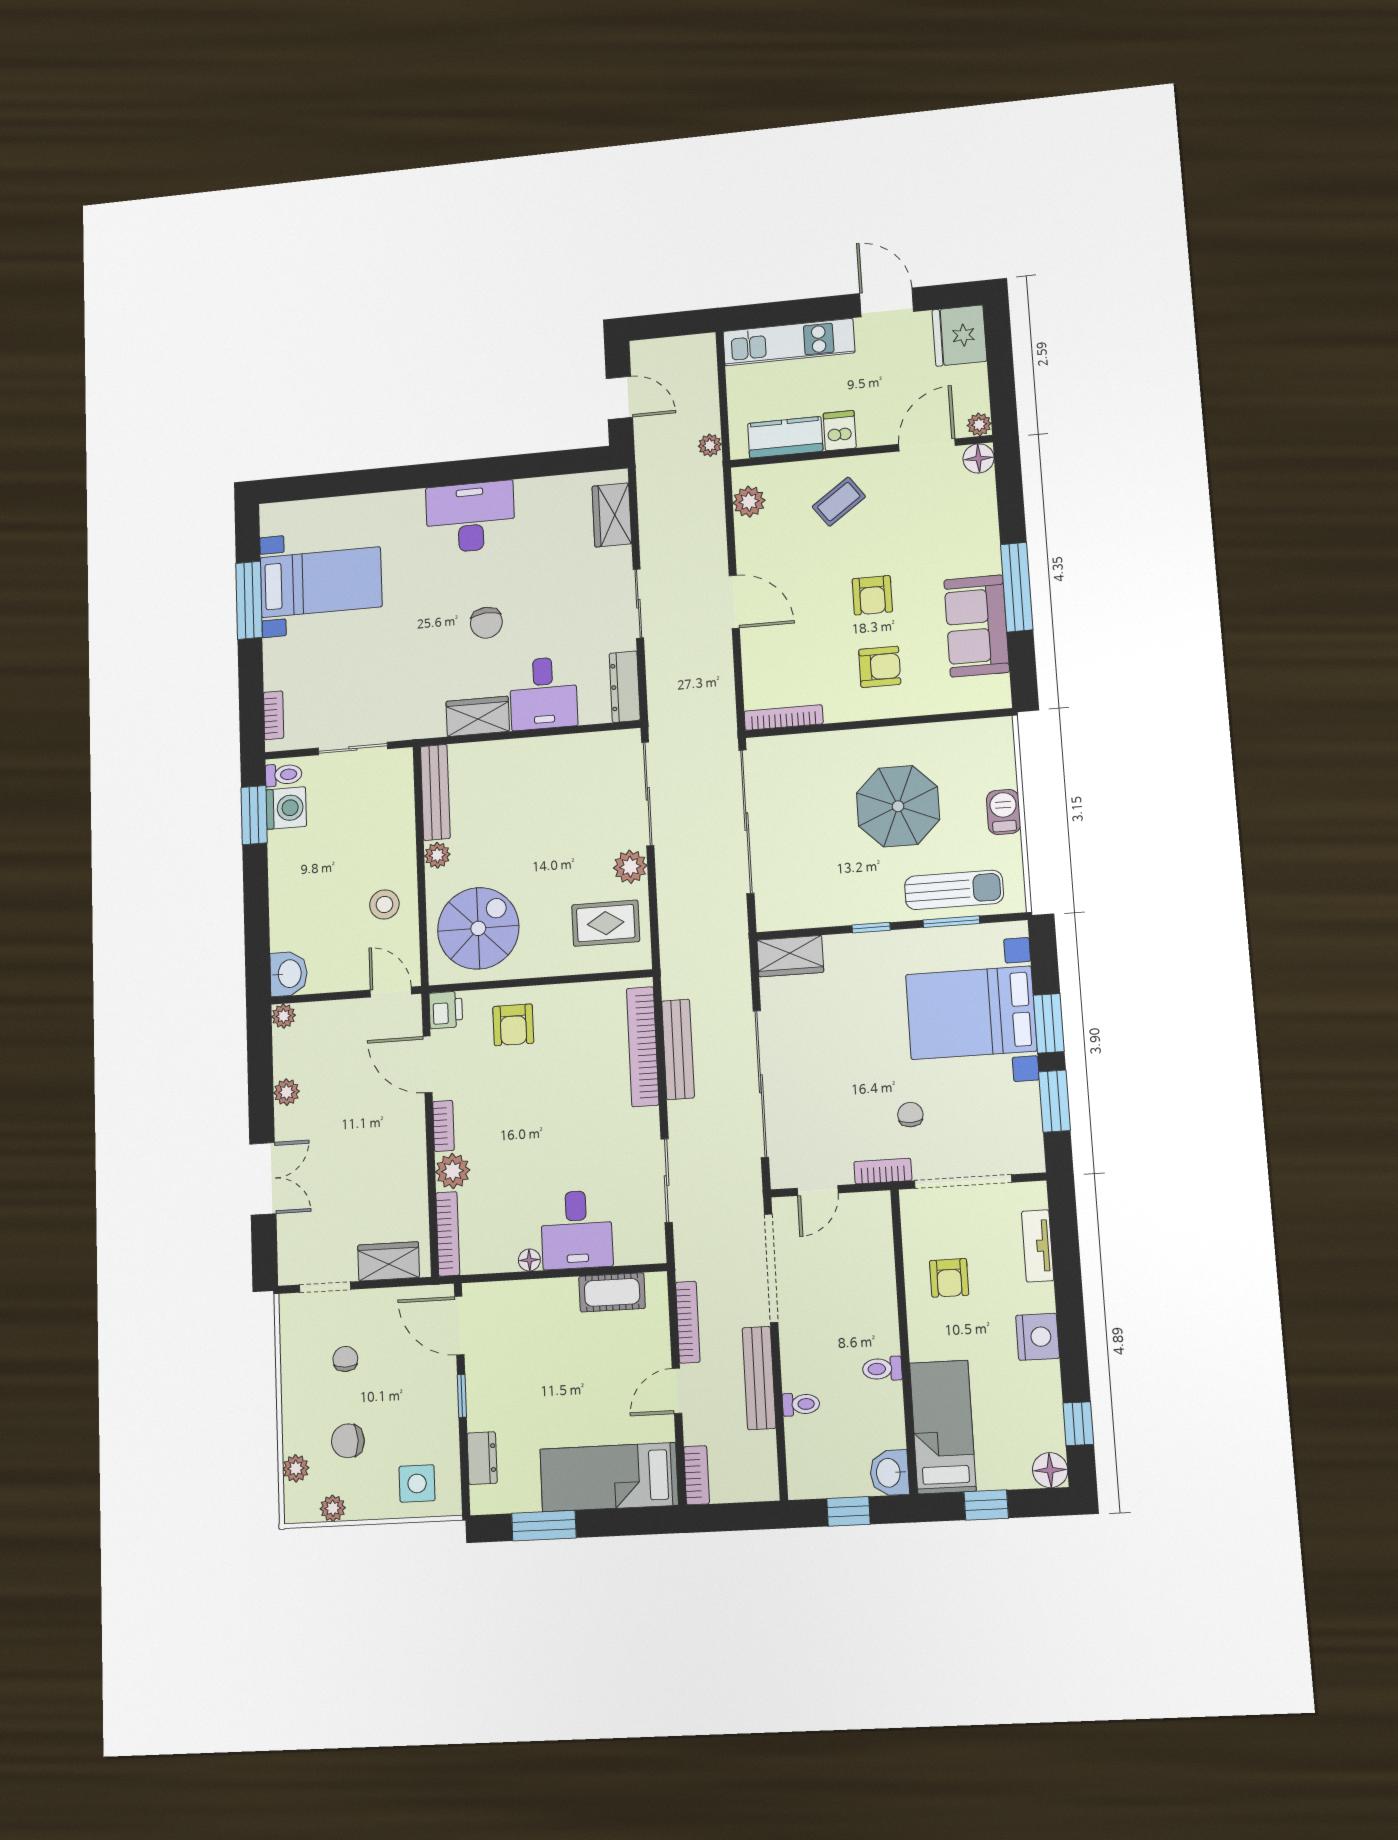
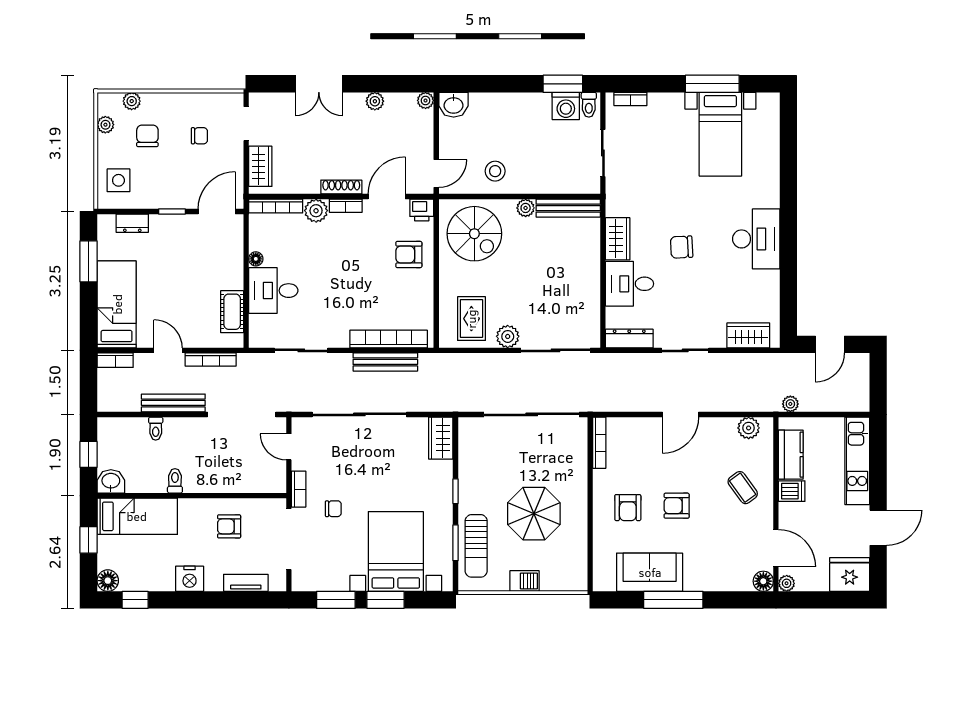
shoe rack: (416, 1135) -> (341, 187), added

